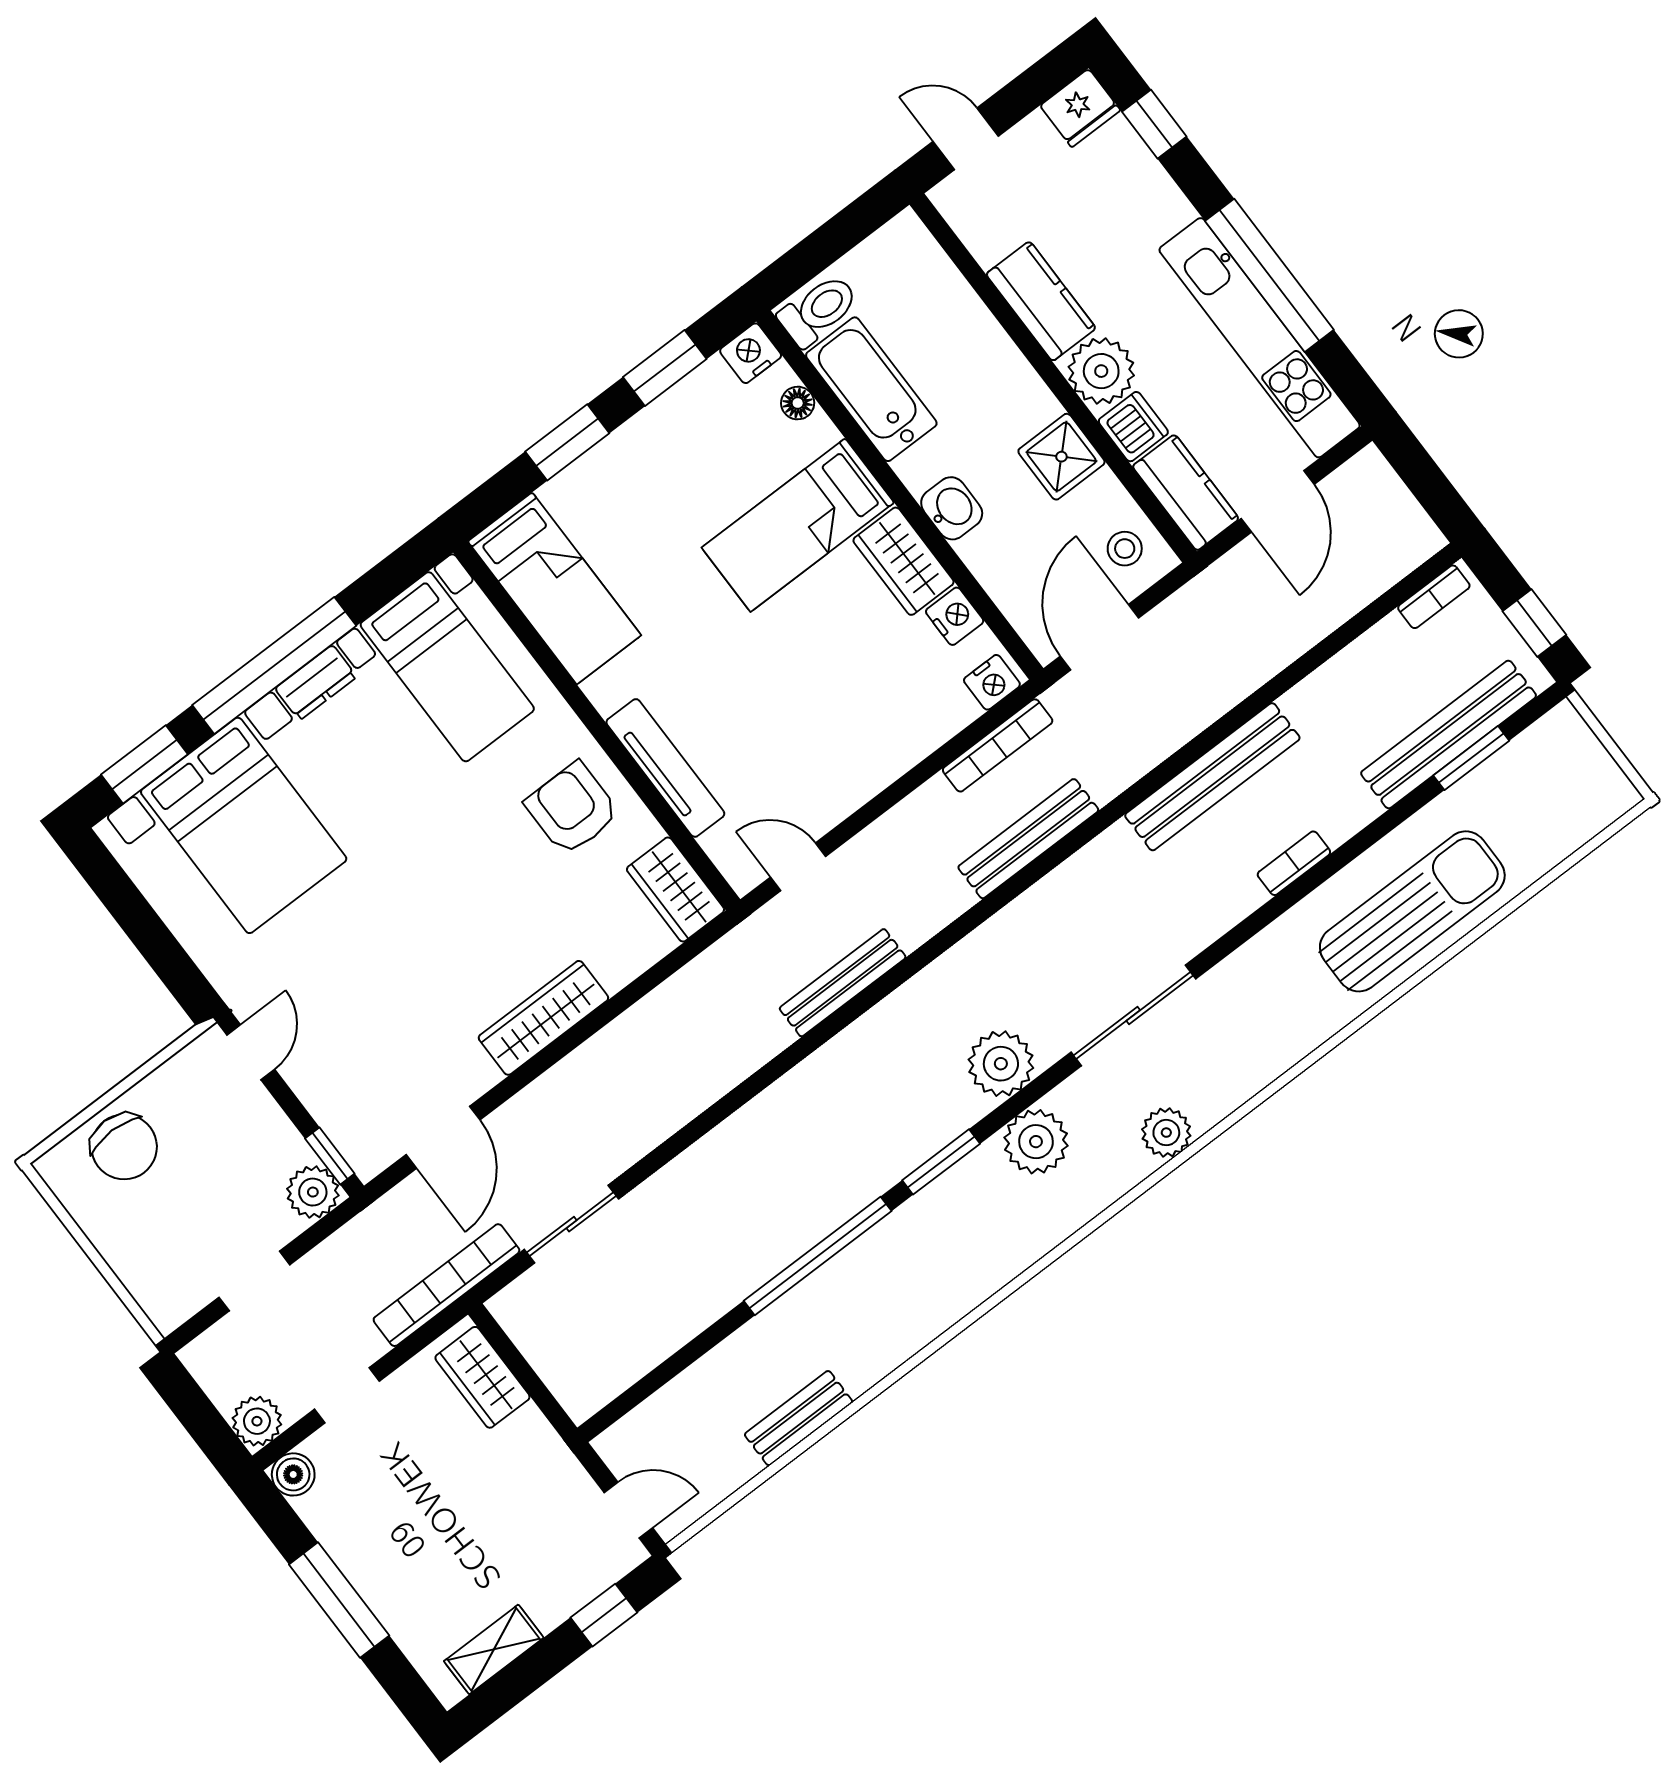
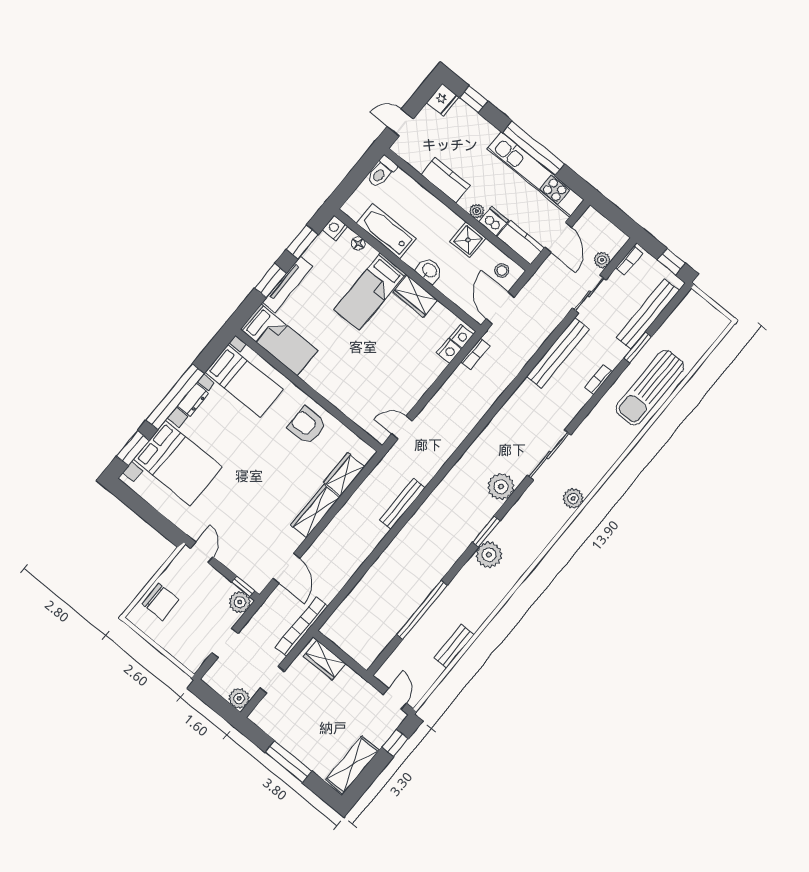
toilet: (818, 310) -> (382, 172), moved, turned 180
plant: (1101, 371) -> (477, 211), width x0.53, depth x0.53
plant: (1370, 580) -> (602, 260), added
nightstand: (955, 616) -> (449, 351), moved, turned 90
bookcase: (998, 745) -> (475, 354), width x0.64
window: (1471, 758) -> (638, 347), moved
tv unit: (665, 768) -> (288, 284), moved, turned 90
bench: (1028, 839) -> (491, 395), removed
wardrobe: (676, 890) -> (344, 474), moved, turned 90
sun lounger: (1412, 911) -> (650, 388), turned 180
bench: (843, 983) -> (402, 504), moved
plant: (1036, 1142) -> (489, 555), moved
sliding door: (572, 1224) -> (589, 294), moved
window: (818, 1256) -> (422, 610), moved
boiler: (293, 1474) -> (258, 716), removed
door: (628, 1510) -> (395, 699), hinge flipped
shelving: (494, 1649) -> (352, 765), width x1.50, depth x1.33

